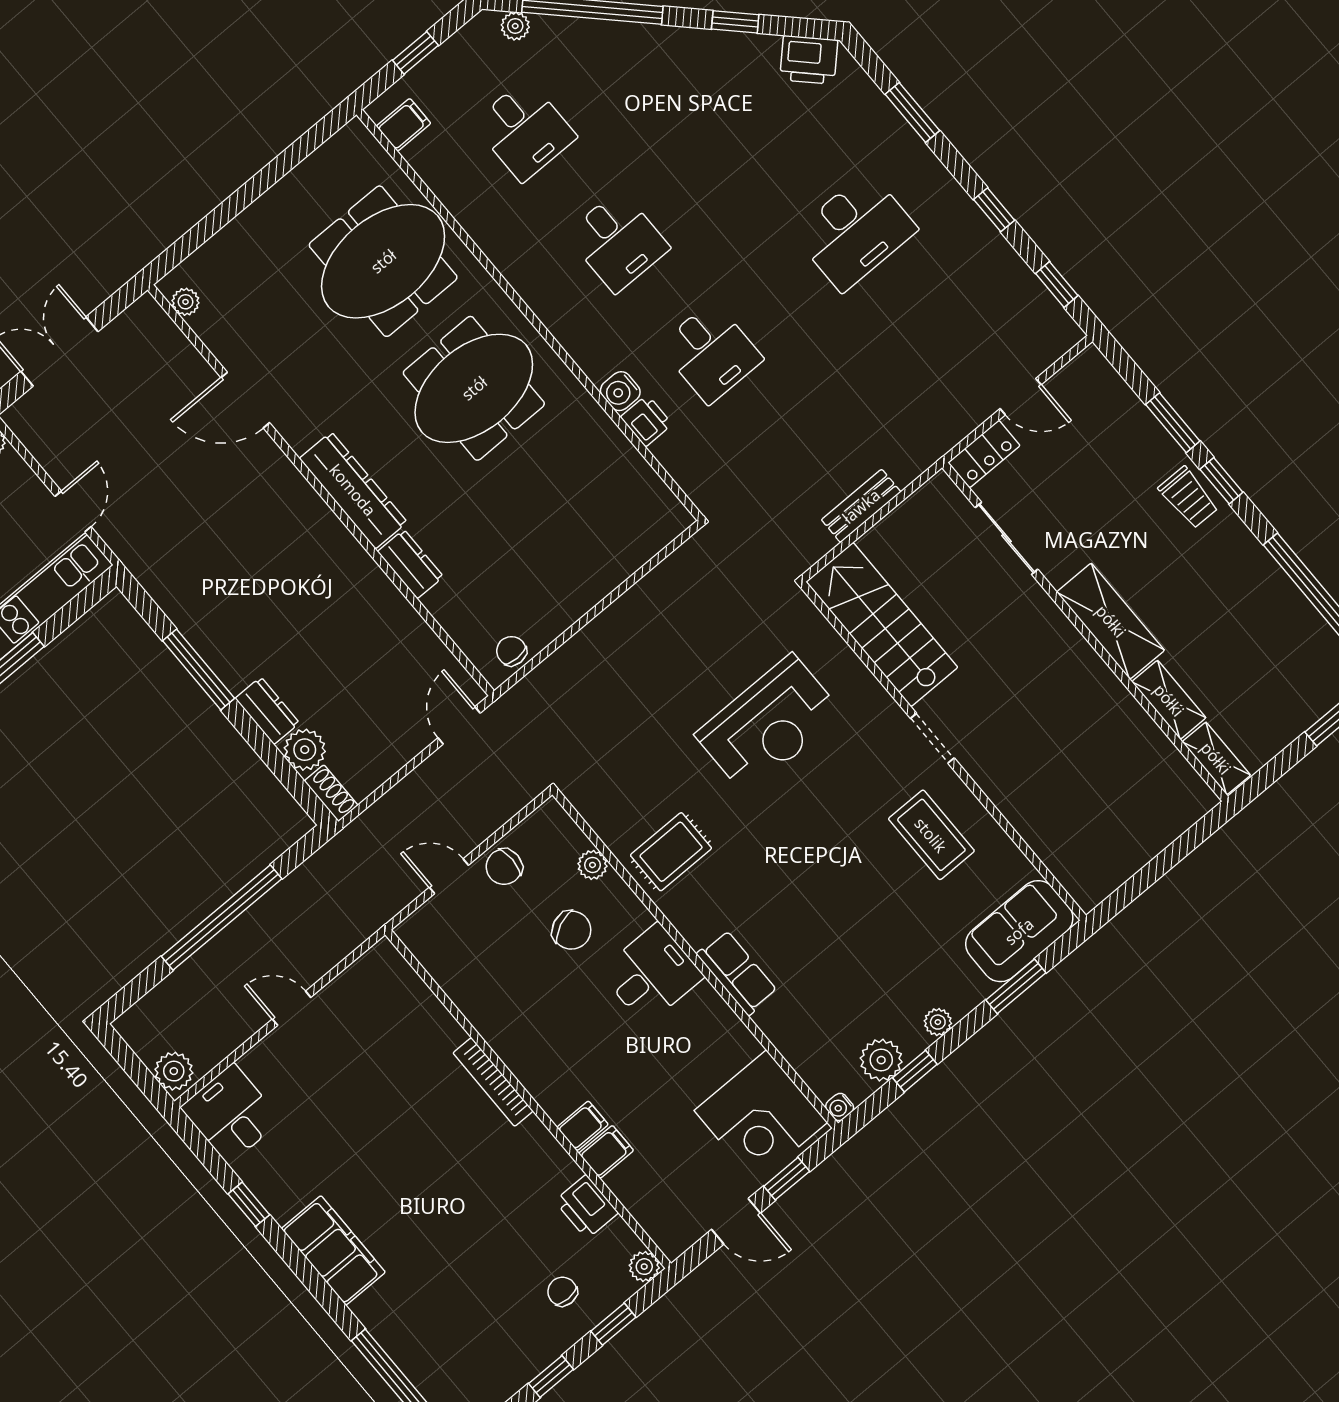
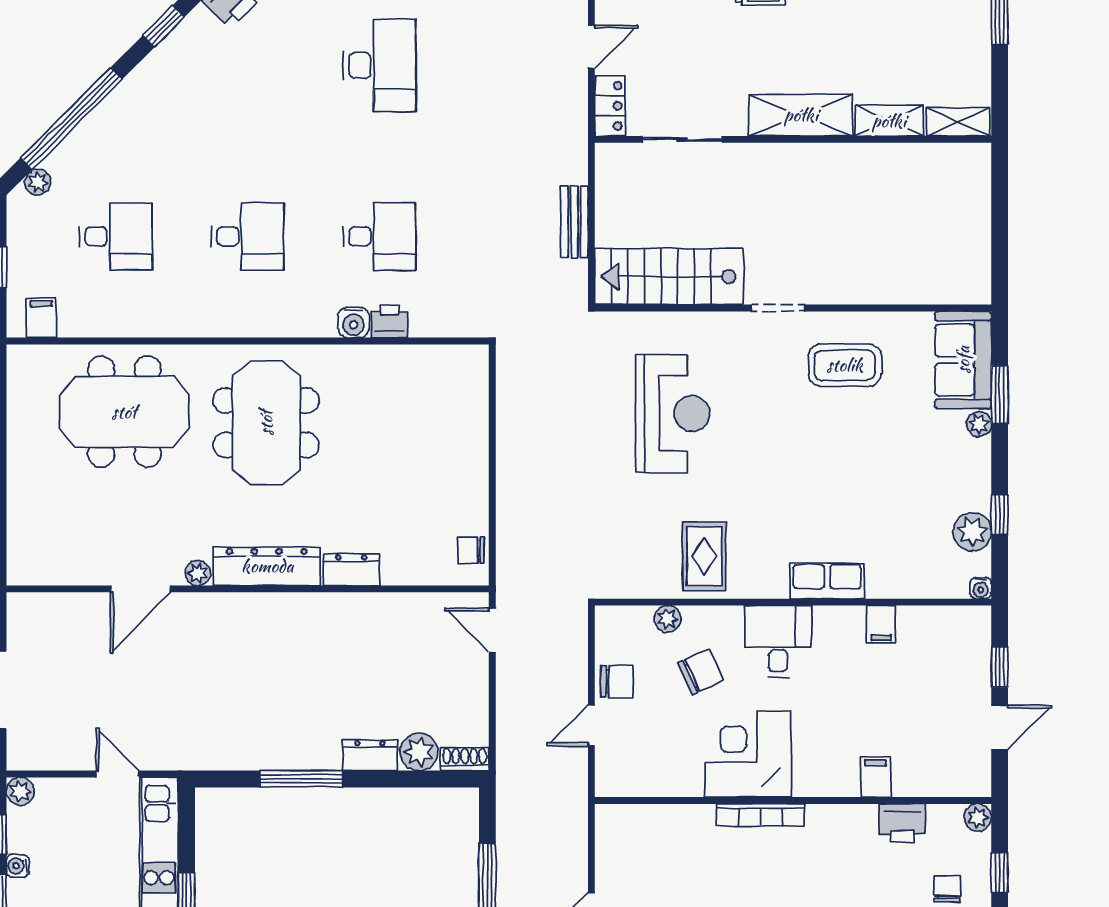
meeting table: (383, 261) -> (124, 412), turned 90
plant: (186, 302) -> (198, 573), moved
chair: (504, 867) -> (617, 682), turned -90
plant: (938, 1022) -> (979, 424), moved
corner desk: (761, 1117) -> (748, 754), moved, turned 180
filing cabinet: (583, 1126) -> (881, 624), moved, turned 180
chair: (562, 1292) -> (947, 889), turned 90

